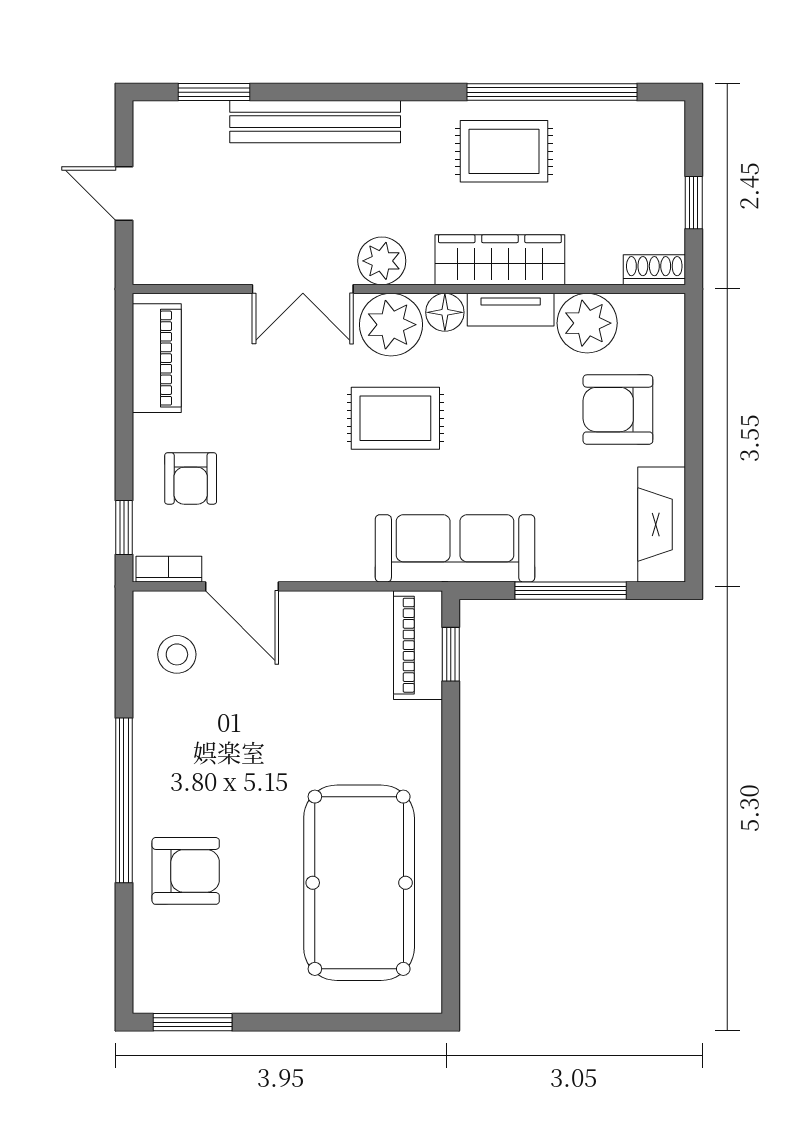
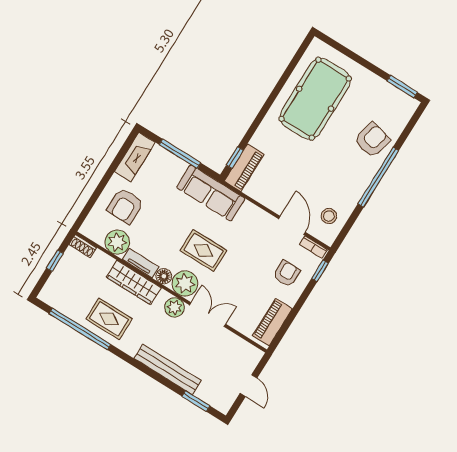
armchair: (618, 410) -> (125, 206), turned 90
armchair: (186, 871) -> (372, 140), turned 104

